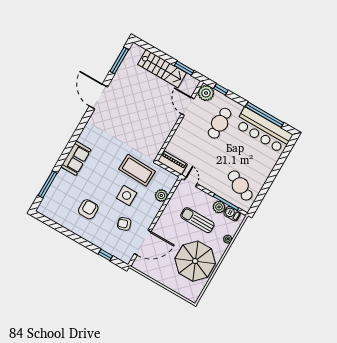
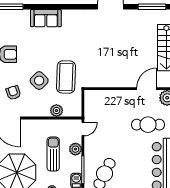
piano: (172, 163) -> (90, 104), removed
side table: (127, 195) -> (39, 81), turned 45
plant: (219, 207) -> (75, 149), moved

